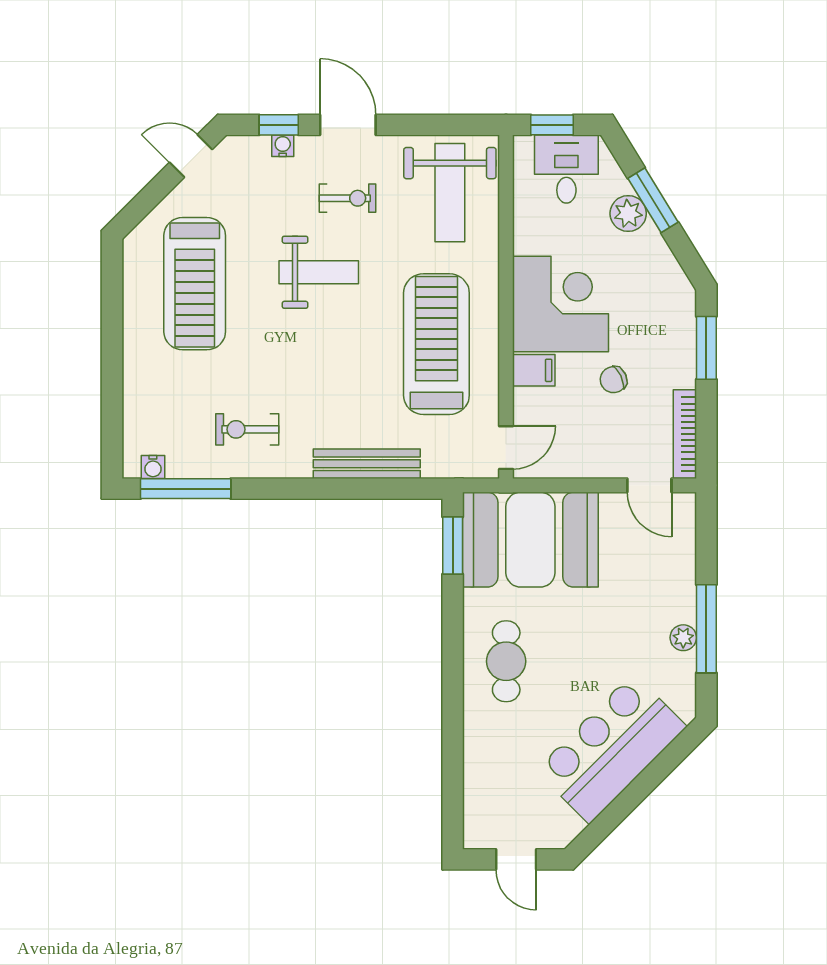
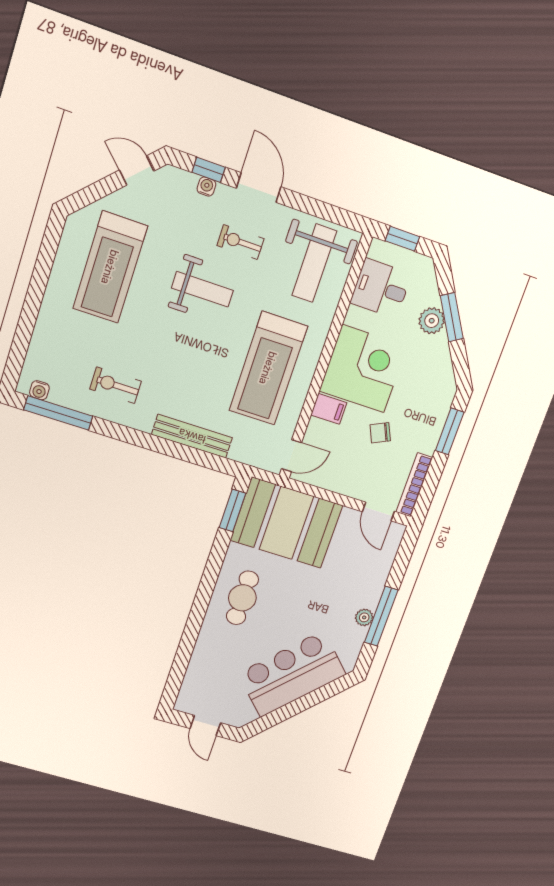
desk: (566, 169) -> (381, 288), moved, turned -90
exercise bike: (347, 198) -> (241, 242), turned 180
treadmill: (436, 344) -> (268, 368), turned 180

